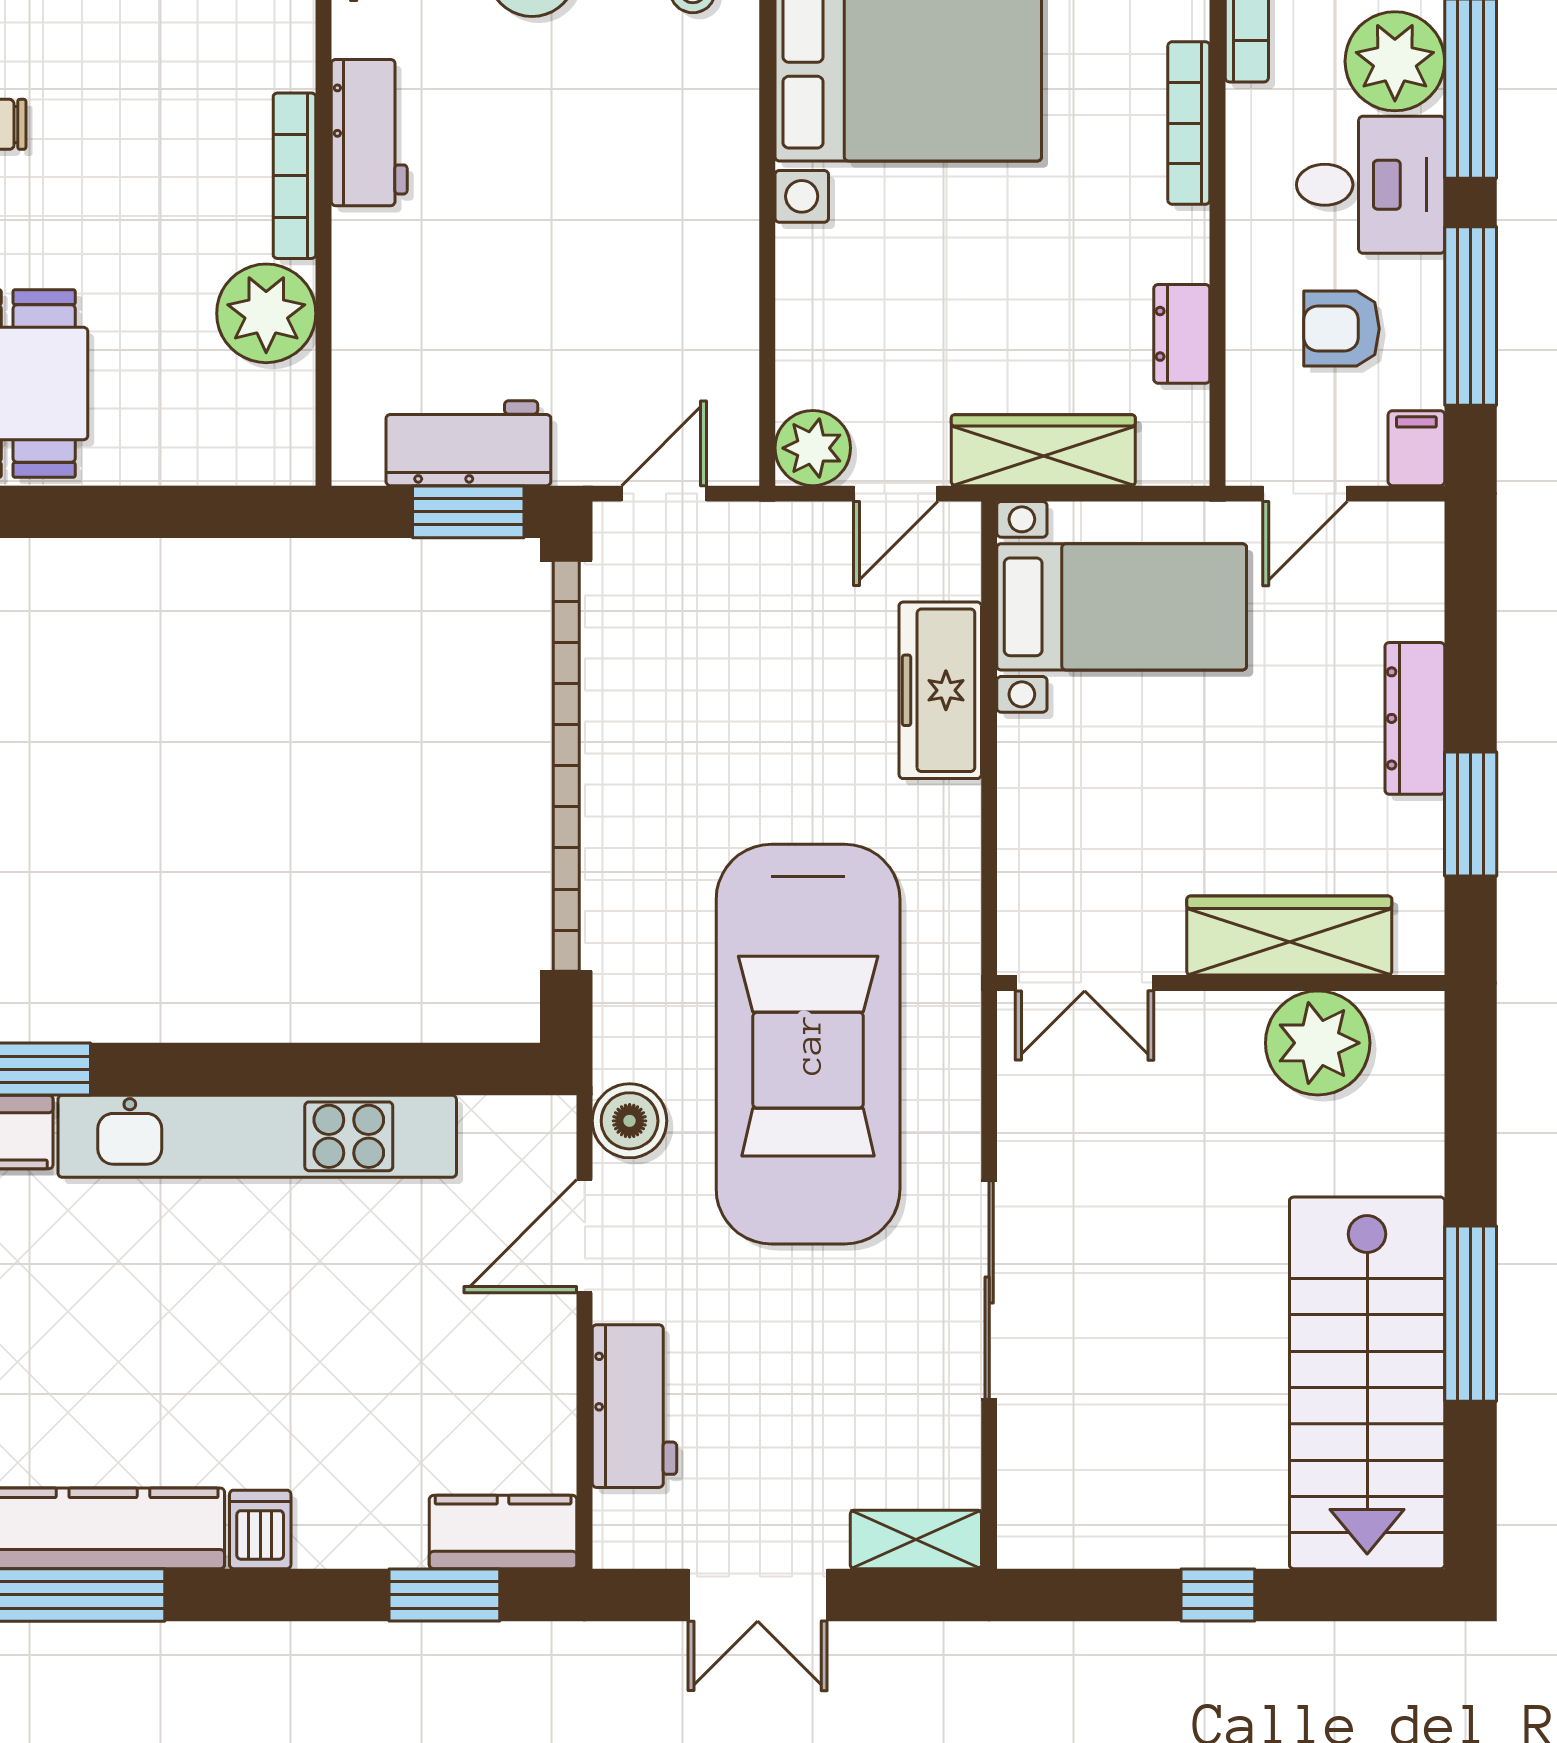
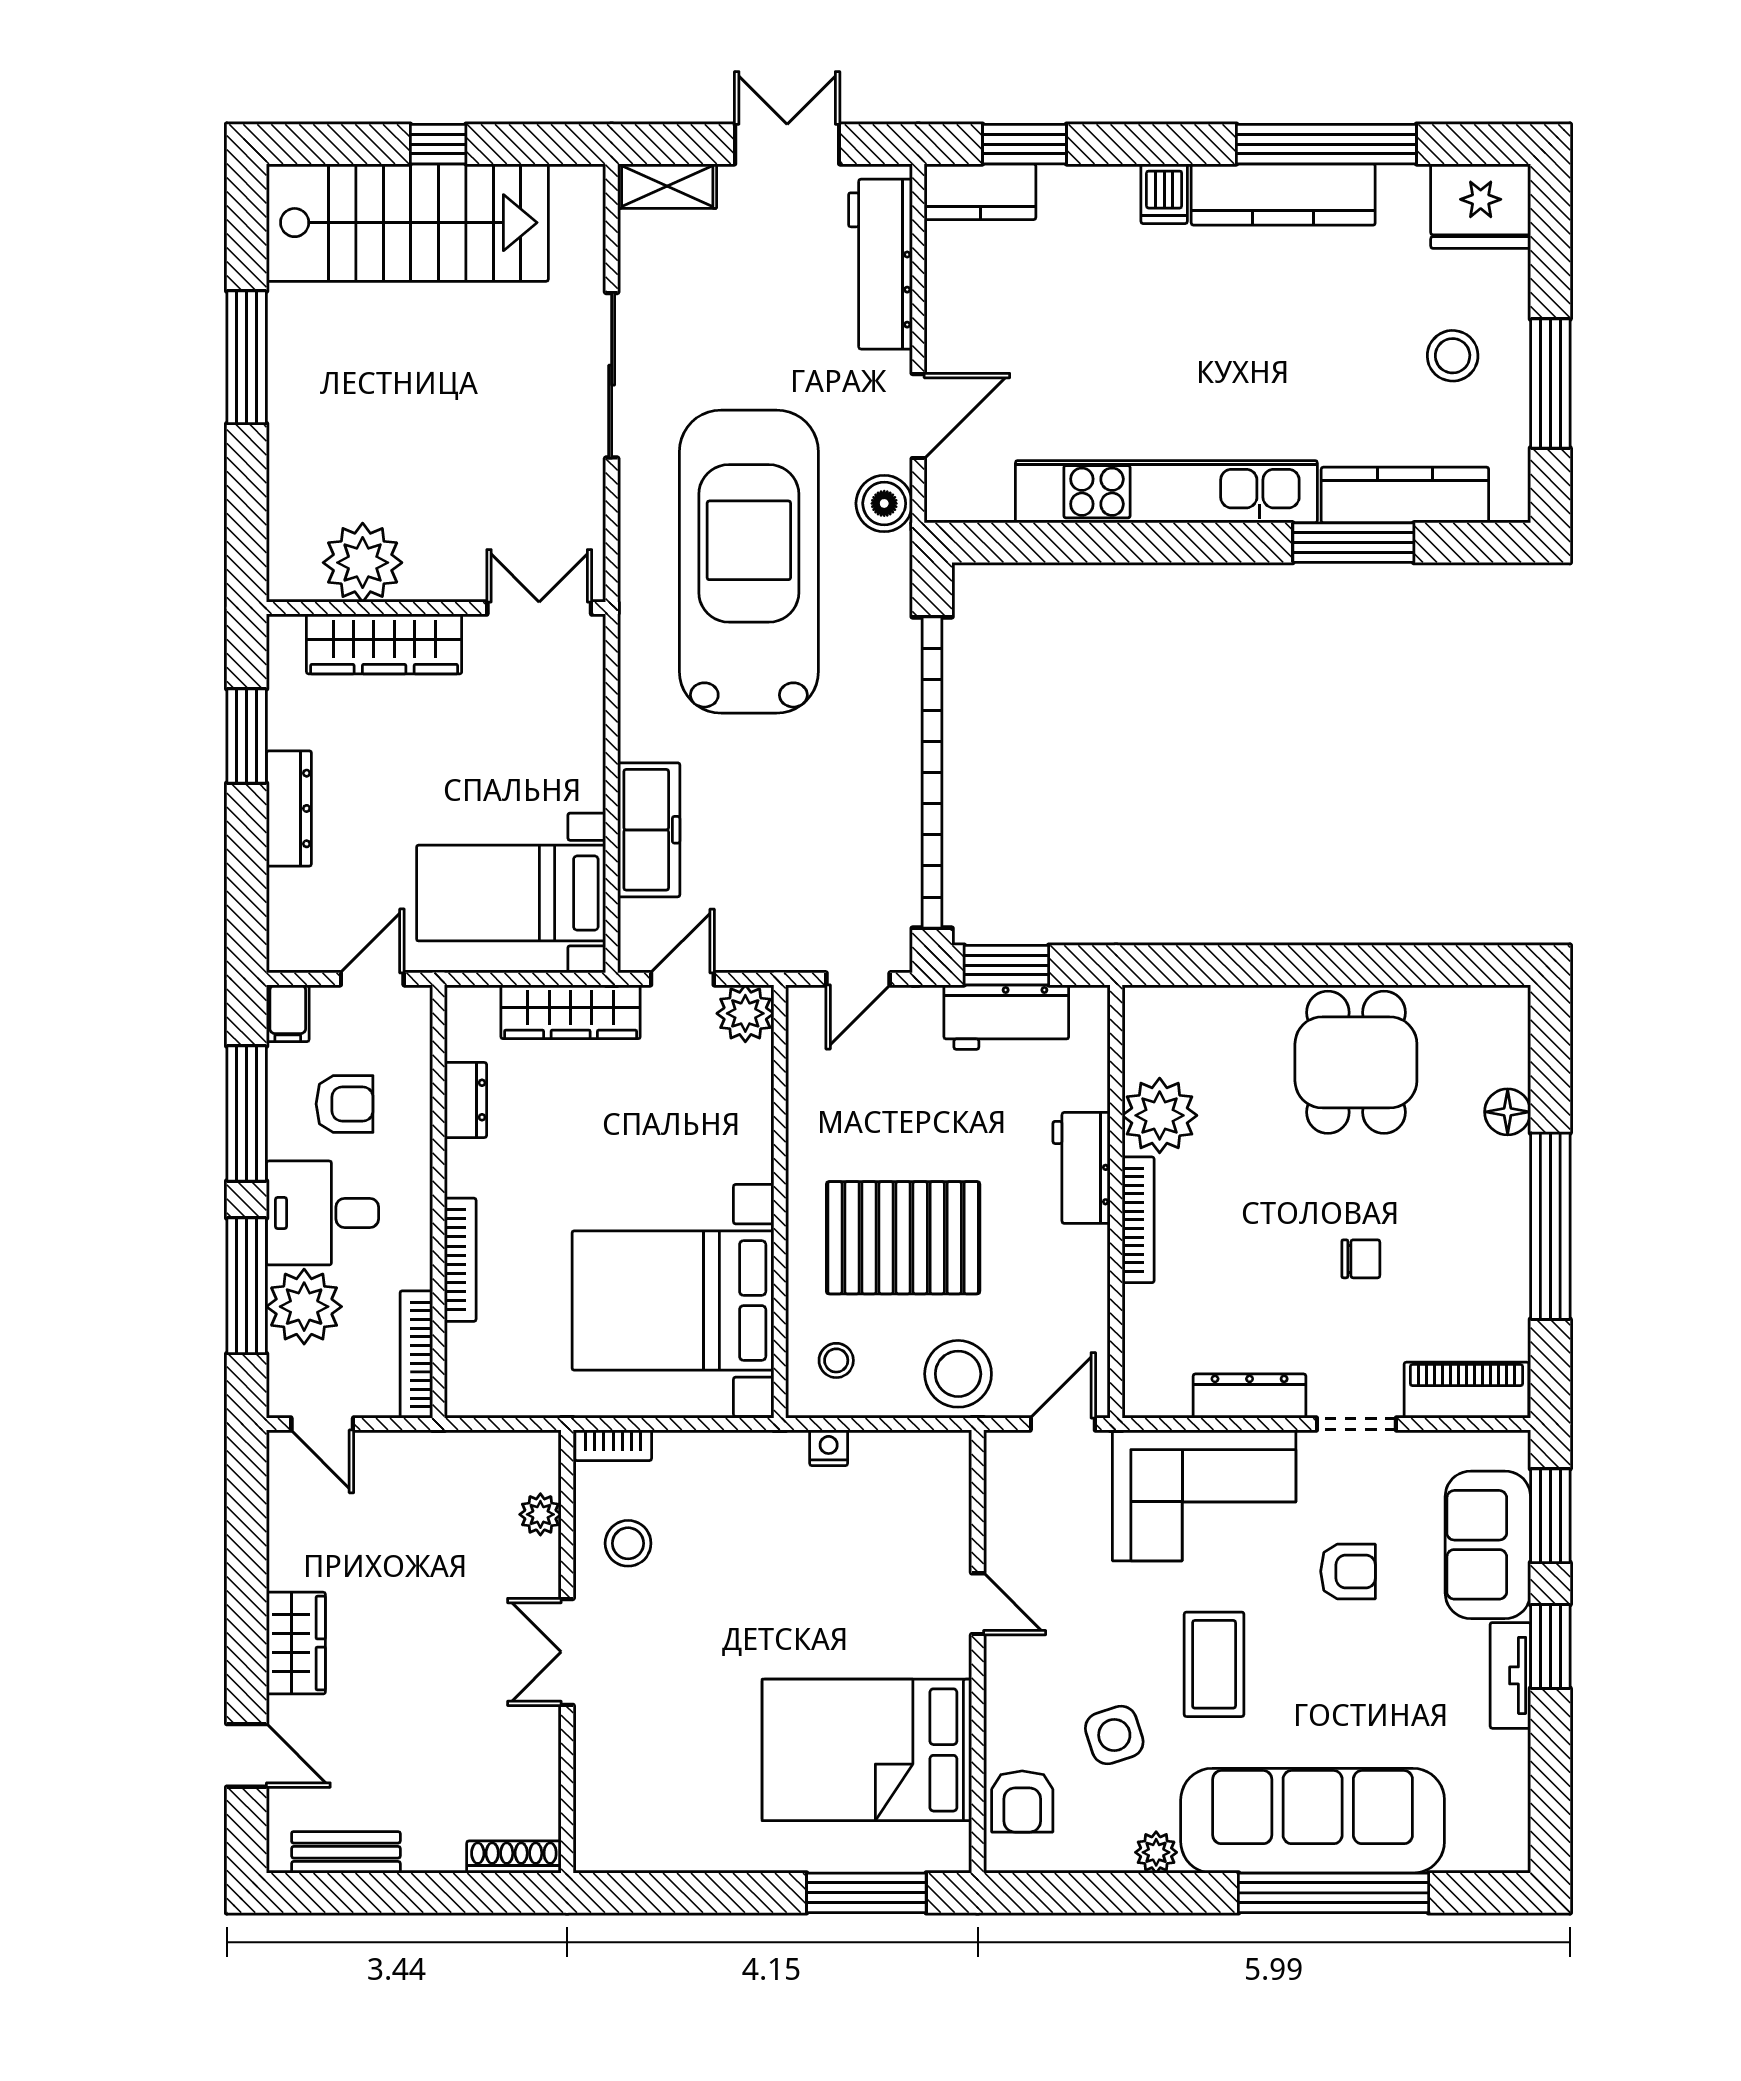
workbench: (369, 133) -> (1081, 1168), moved
pallet: (605, 152) -> (903, 1238), added
stairs: (1367, 1383) -> (407, 223), moved, turned 90
workbench: (634, 1406) -> (880, 264), width x1.38

